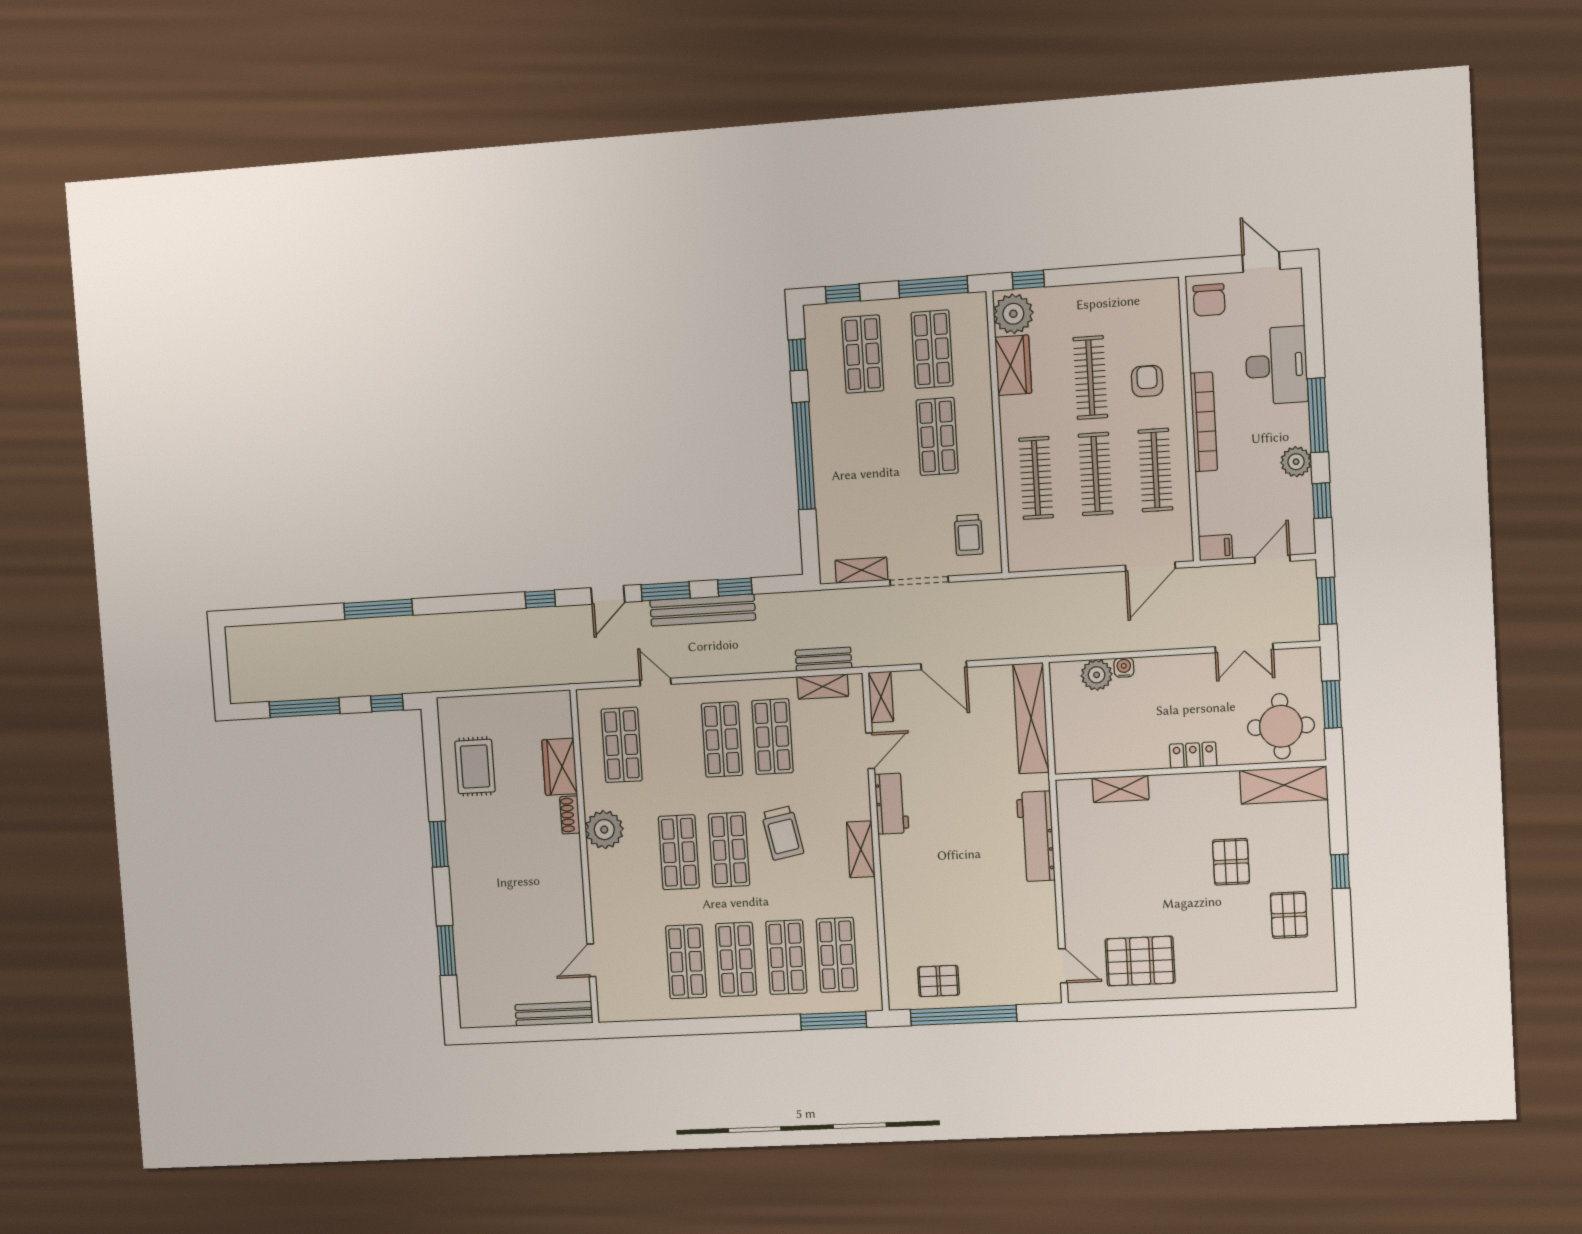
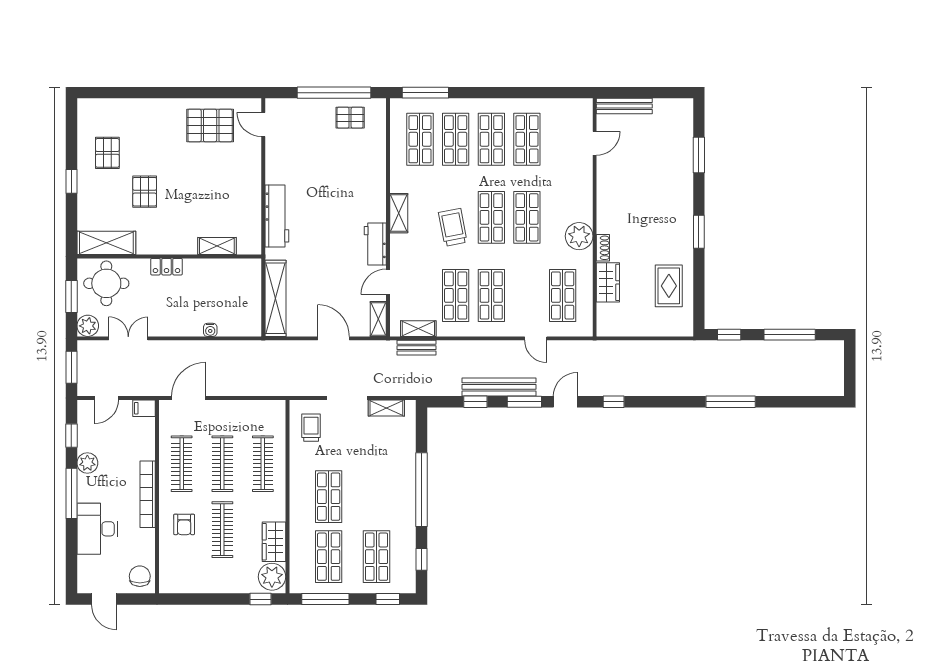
plant: (1097, 675) -> (88, 326), moved

